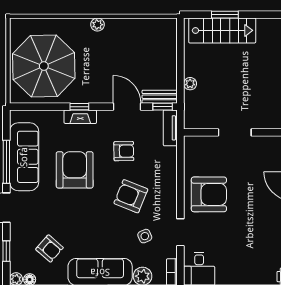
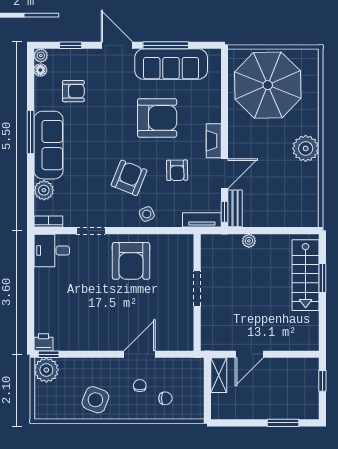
plant: (97, 25) -> (306, 148), width x1.87, depth x1.87
window: (79, 107) -> (225, 123), removed
fireplace: (80, 117) -> (214, 141), moved
side table: (145, 236) -> (147, 214), moved
armchair: (49, 249) -> (73, 91), turned -131

